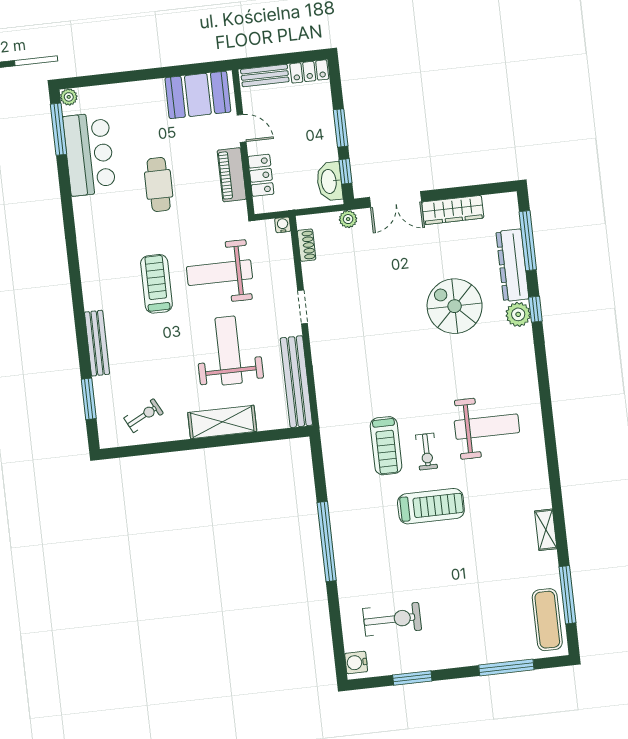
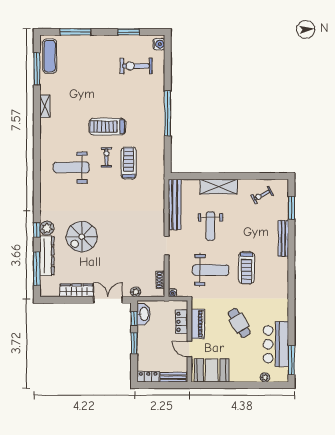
plant: (69, 97) -> (265, 377), moved
cafe table: (159, 184) -> (239, 323), turned -30
spiral stairs: (455, 306) -> (82, 237), turned 90
weight bench: (229, 351) -> (210, 226), width x0.73, depth x0.75

